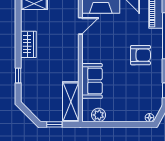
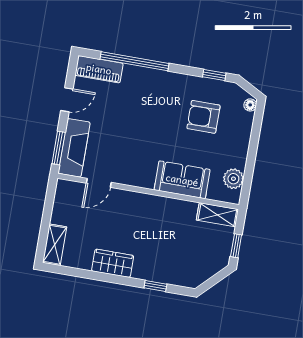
door: (80, 26) -> (99, 183), swing flipped
armchair: (141, 55) -> (204, 117), moved, turned -90
shelving: (71, 102) -> (217, 215), width x0.67, depth x0.75

